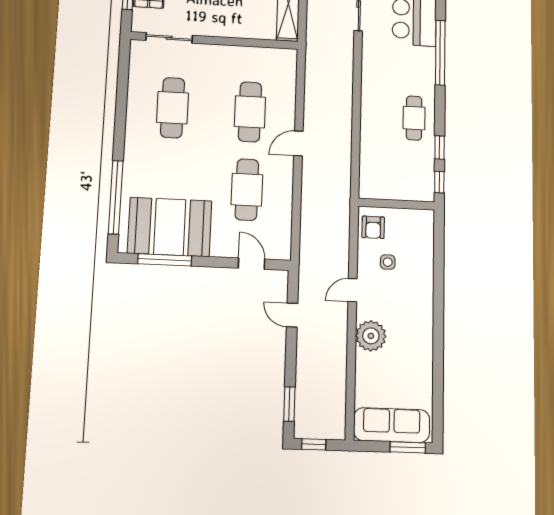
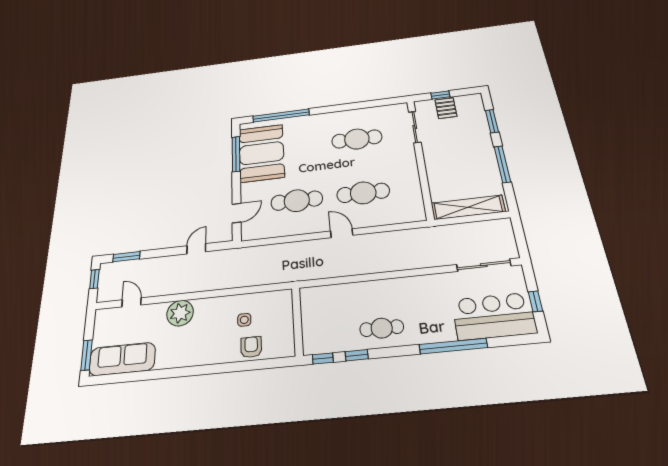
armchair: (373, 227) -> (251, 347), moved, turned 90
door: (353, 290) -> (132, 302), moved
sofa: (392, 425) -> (122, 359), moved, turned -90

